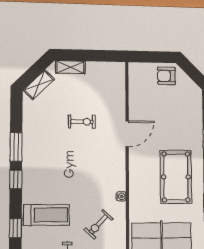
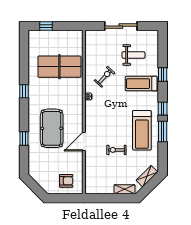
armchair: (166, 76) -> (66, 181), moved
treadmill: (46, 149) -> (142, 130), added
pool table: (176, 177) -> (52, 128), moved

